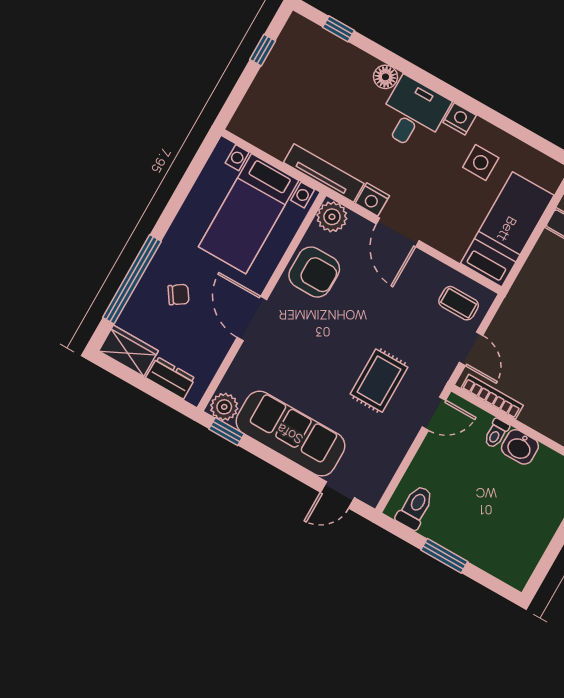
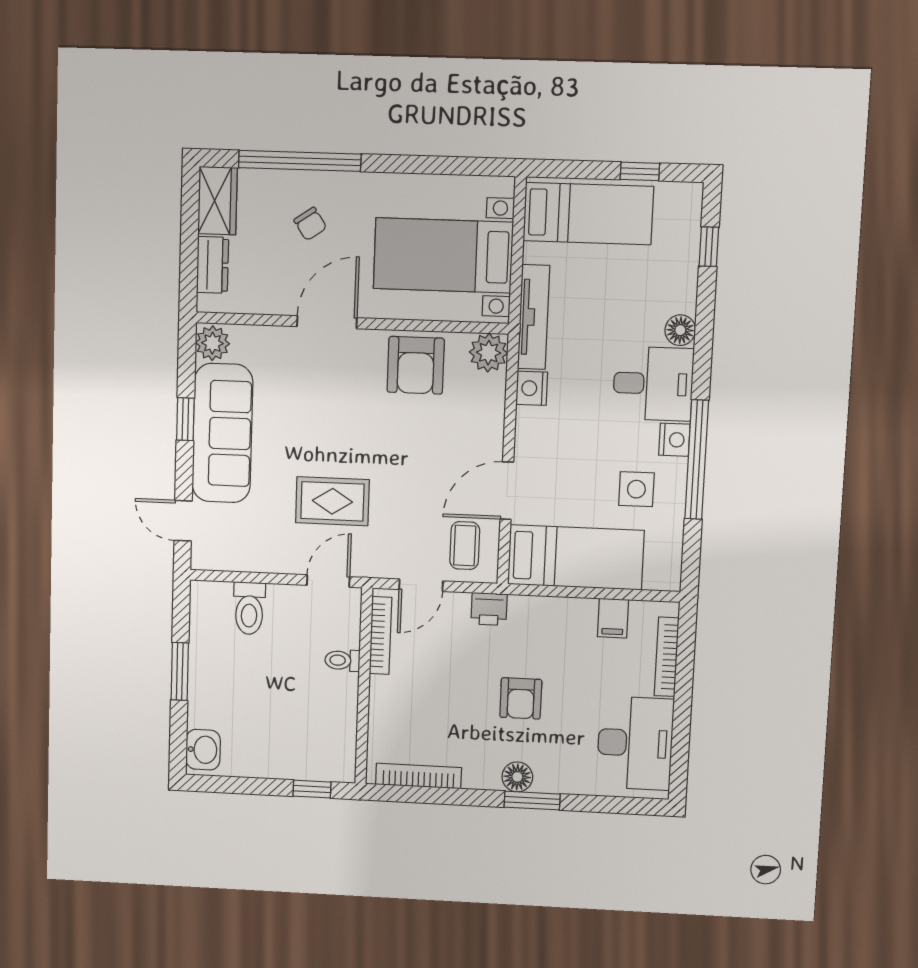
bed: (273, 100) -> (588, 214), added
window: (481, 110) -> (697, 460), added
door: (398, 232) -> (507, 491), moved
printer: (513, 309) -> (489, 609), added
door: (434, 414) -> (328, 581), swing flipped
window: (226, 431) -> (185, 419), moved
washbasin: (520, 447) -> (203, 750), moved, turned 180
toilet: (415, 507) -> (249, 608), moved, turned 90

